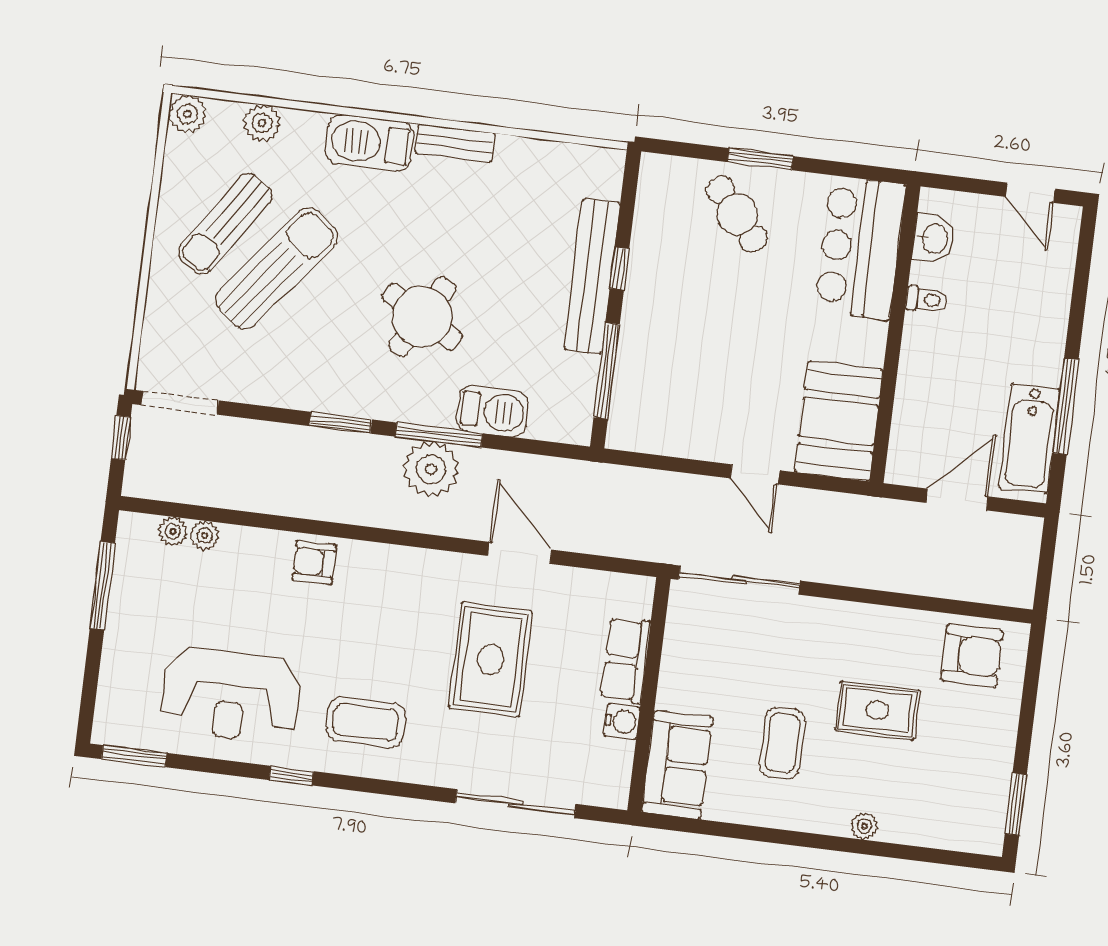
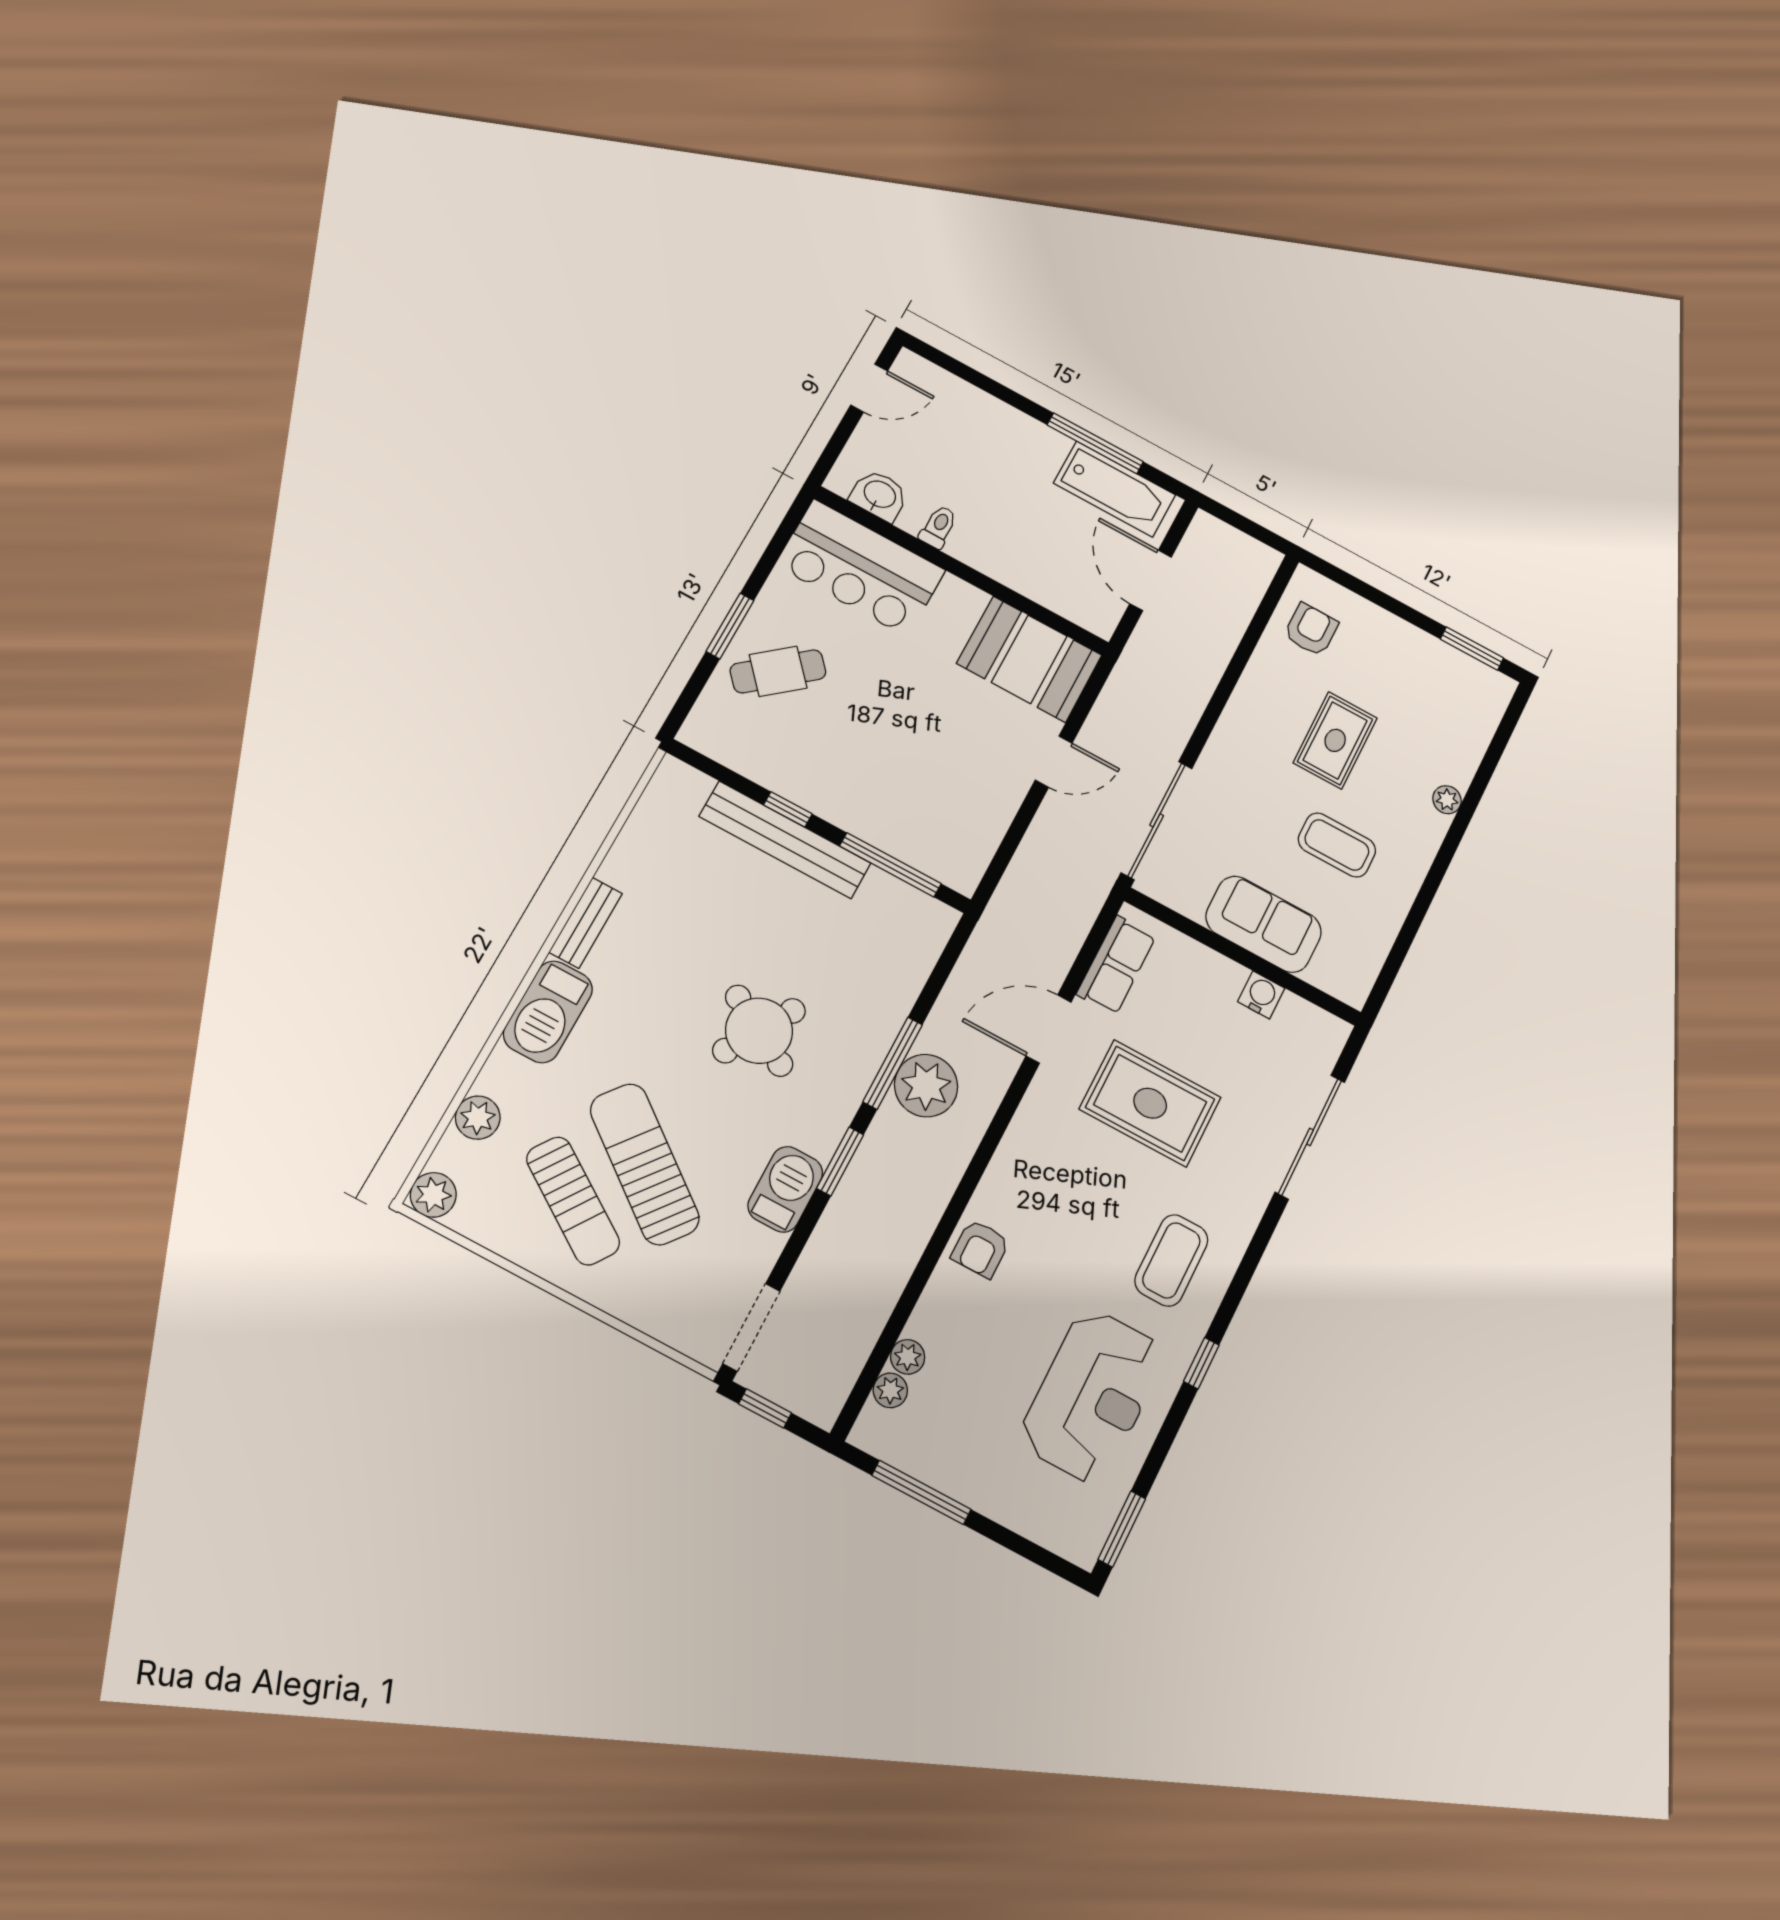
barbecue: (493, 411) -> (785, 1189), moved
armchair: (972, 655) -> (1311, 630), width x0.72, depth x0.72
row of seats: (626, 660) -> (1116, 965), moved, turned -90
sofa: (677, 765) -> (1264, 924), moved

